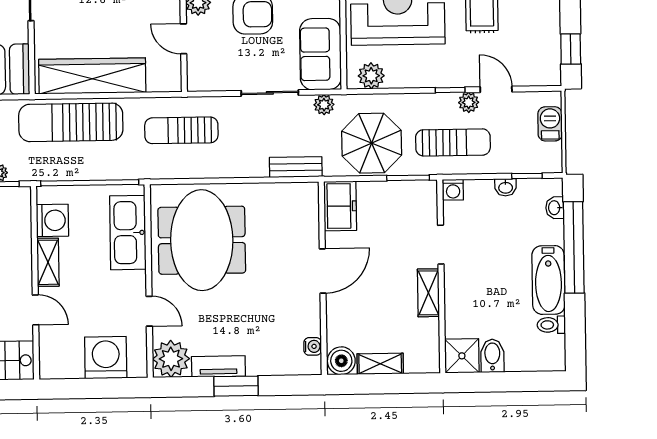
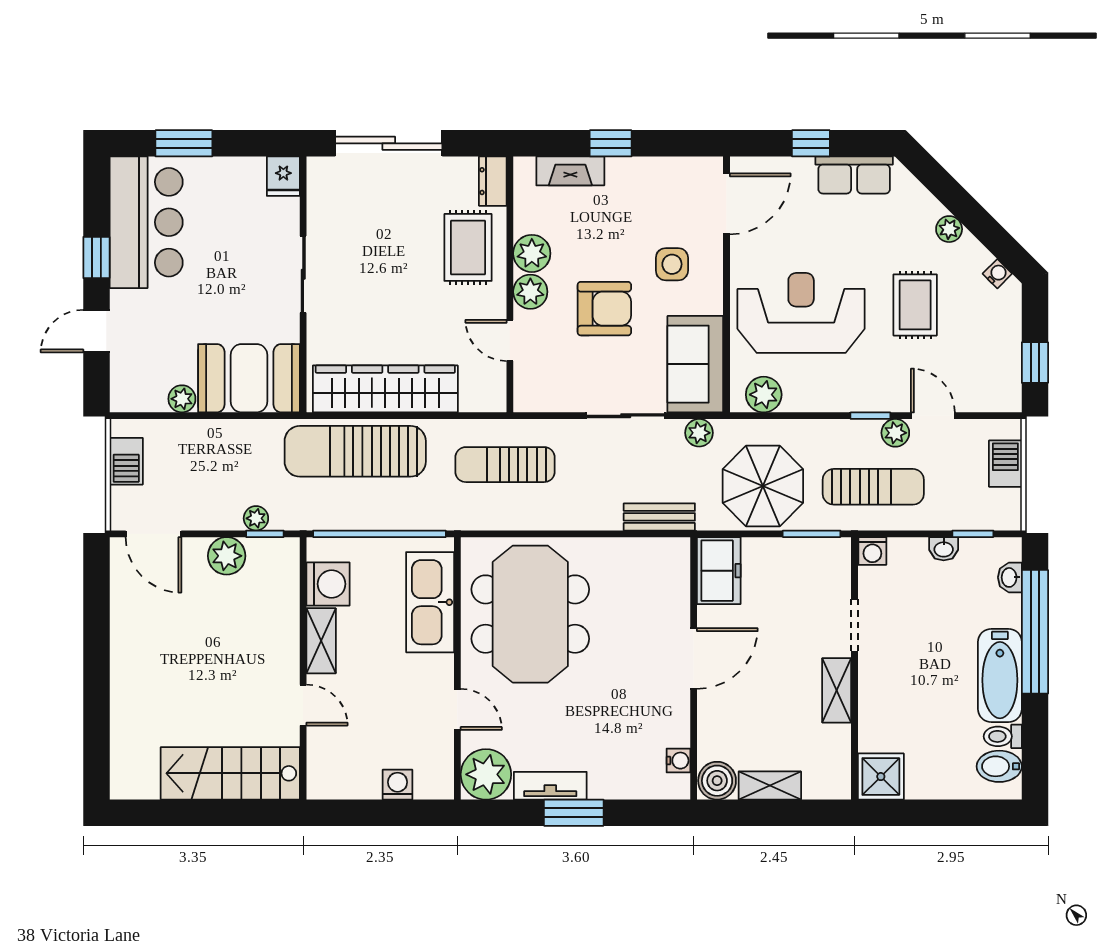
bidet: (492, 356) -> (999, 766), moved, turned -90
washing machine: (106, 358) -> (398, 785), width x0.53, depth x0.53

